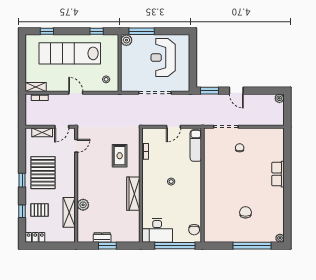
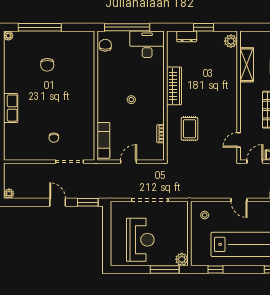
plant: (83, 205) -> (231, 41), moved
dresser: (102, 237) -> (187, 36), moved

